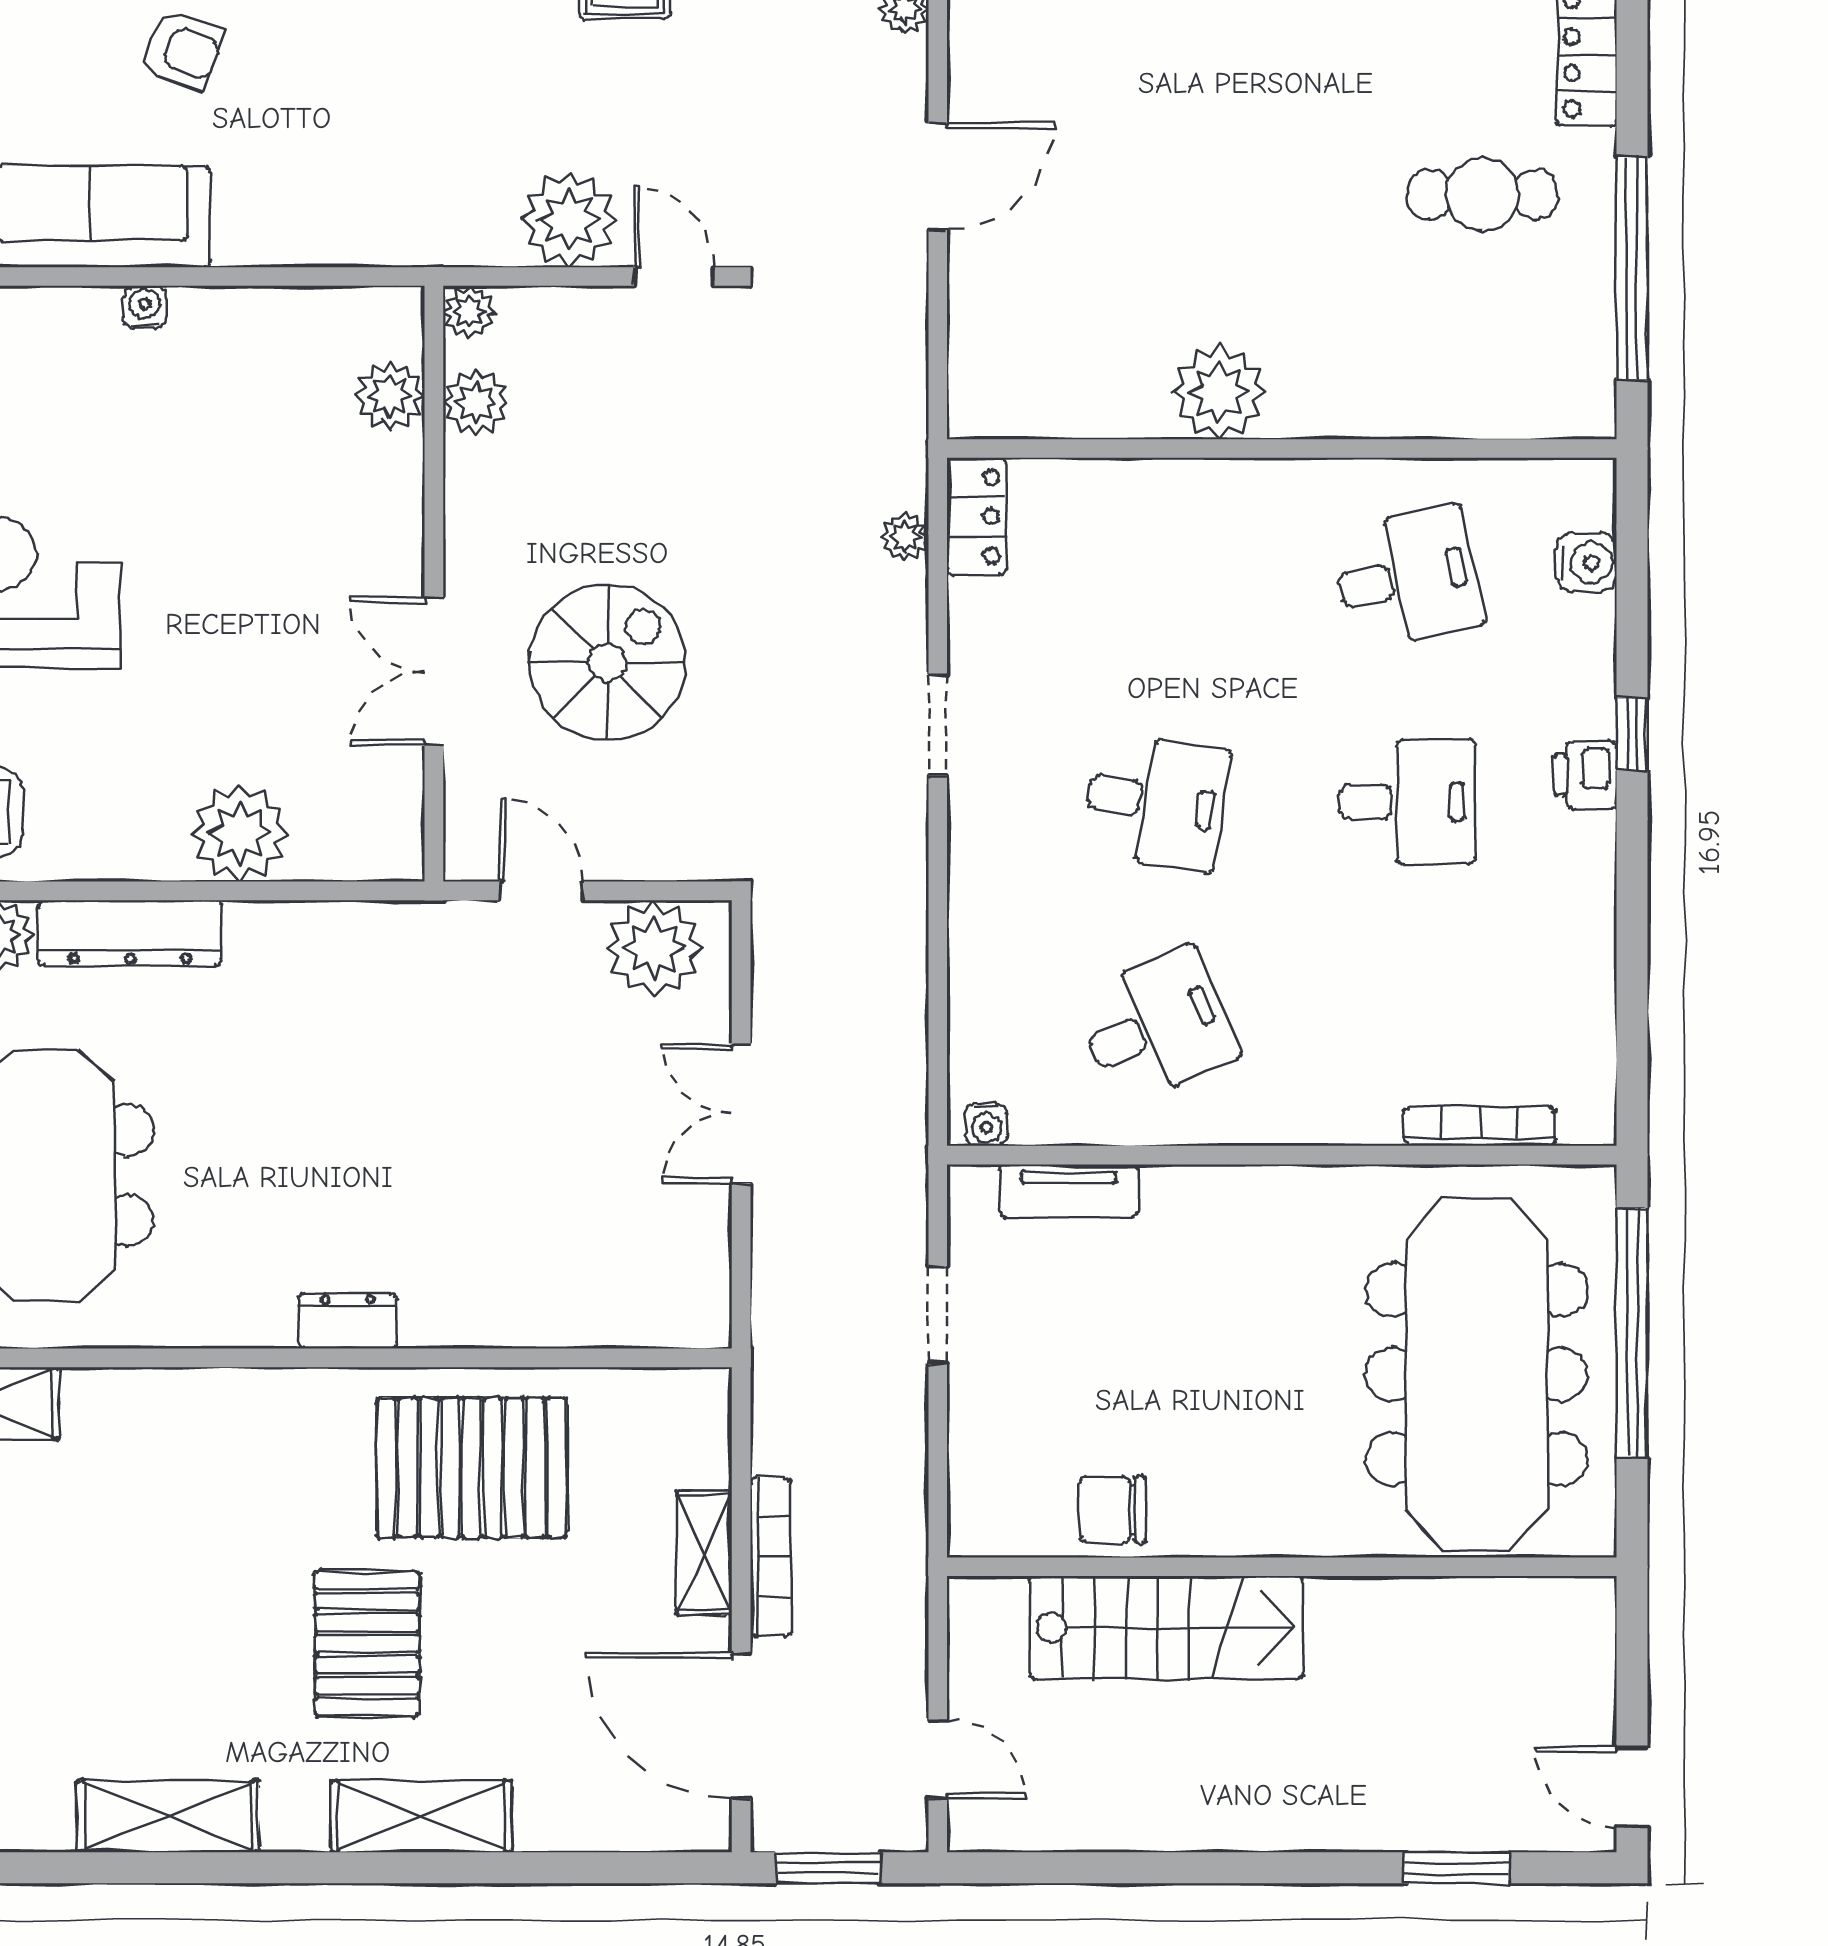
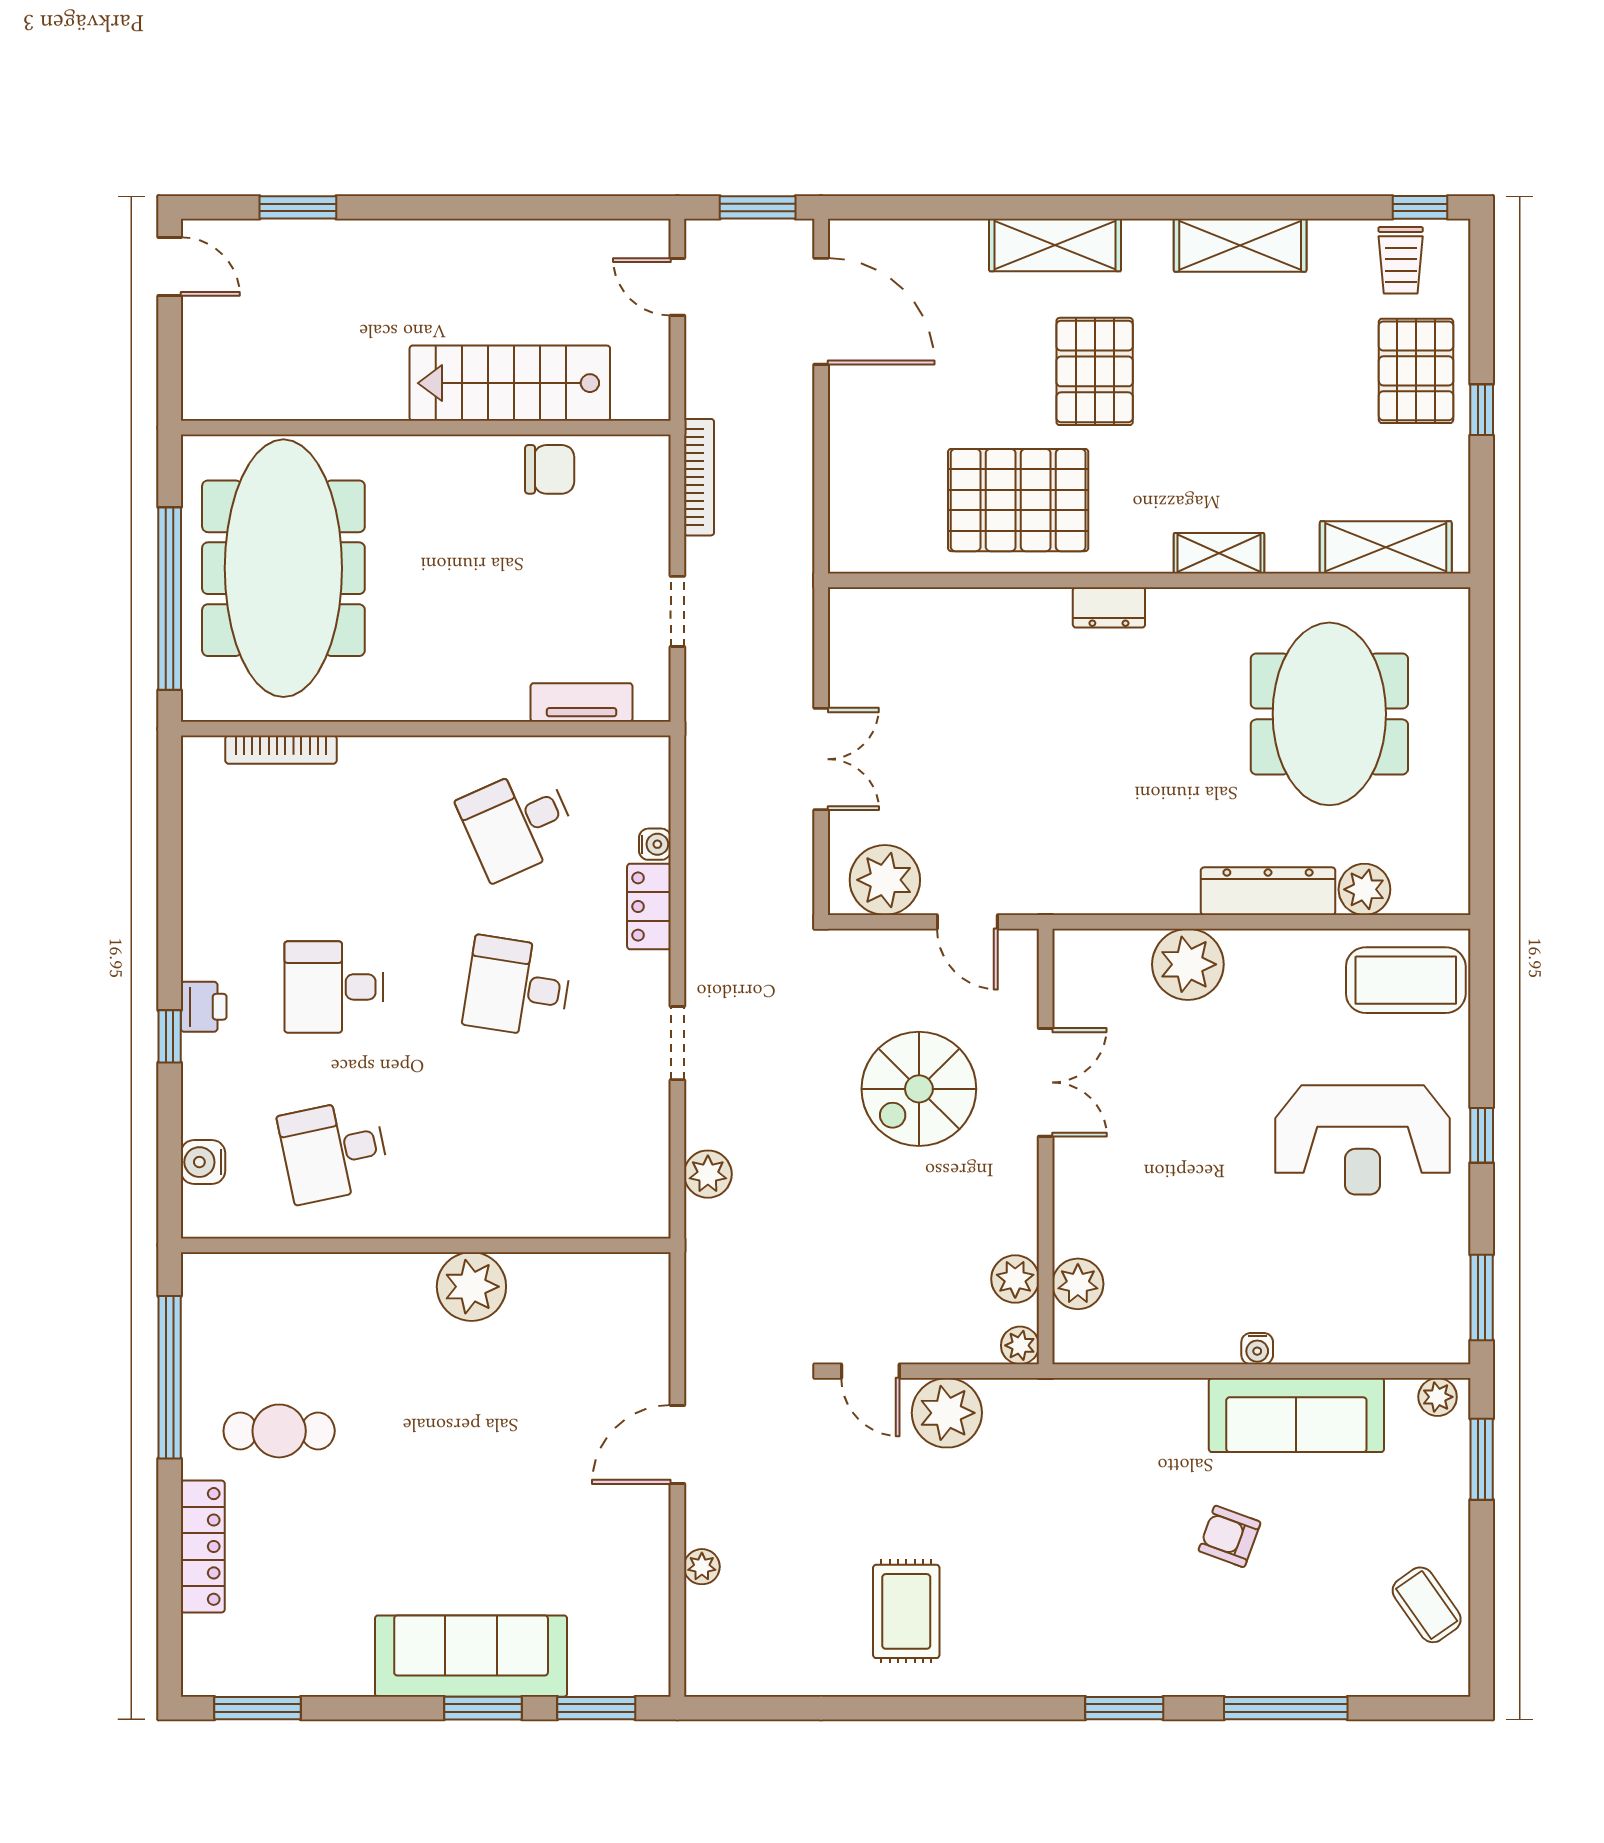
locker: (977, 516) -> (649, 906), moved
plant: (905, 537) -> (708, 1174), width x1.38, depth x1.38
water cooler: (986, 1124) -> (655, 844), moved, turned 90
shelving: (704, 1552) -> (1219, 553), moved, turned 90
bookcase: (771, 1557) -> (699, 477), moved, turned 180

